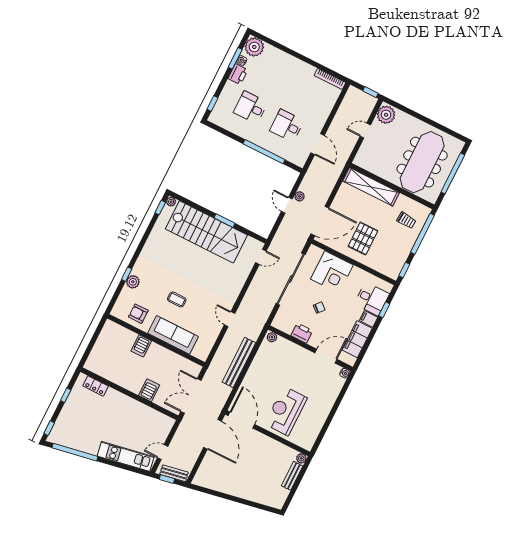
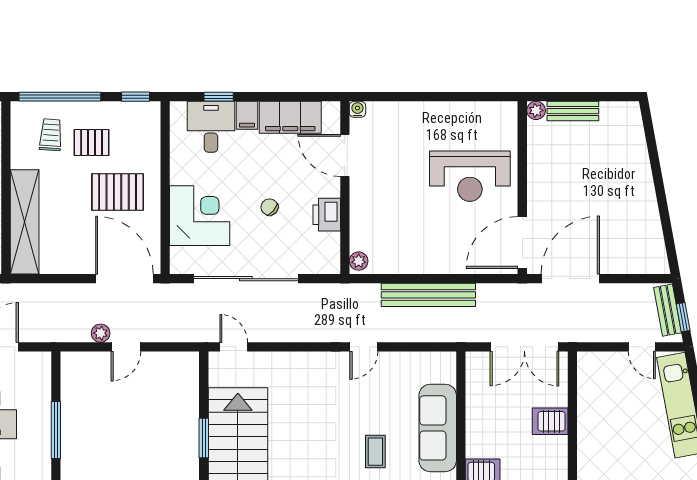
window: (264, 152) -> (56, 430), width x0.68
pallet: (393, 238) -> (92, 142), added

